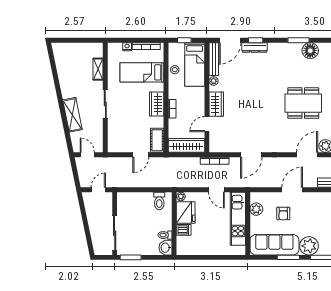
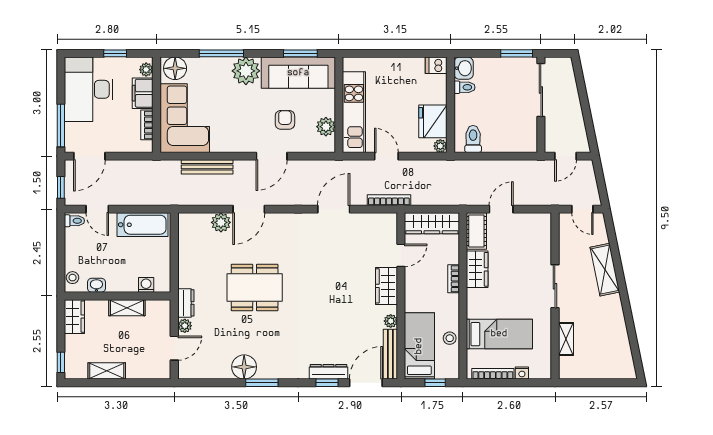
wardrobe: (157, 104) -> (477, 269), moved
dishwasher: (184, 230) -> (436, 65), moved
window: (288, 257) -> (300, 53), moved

